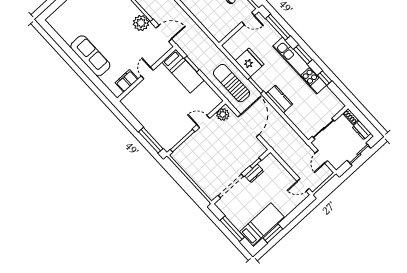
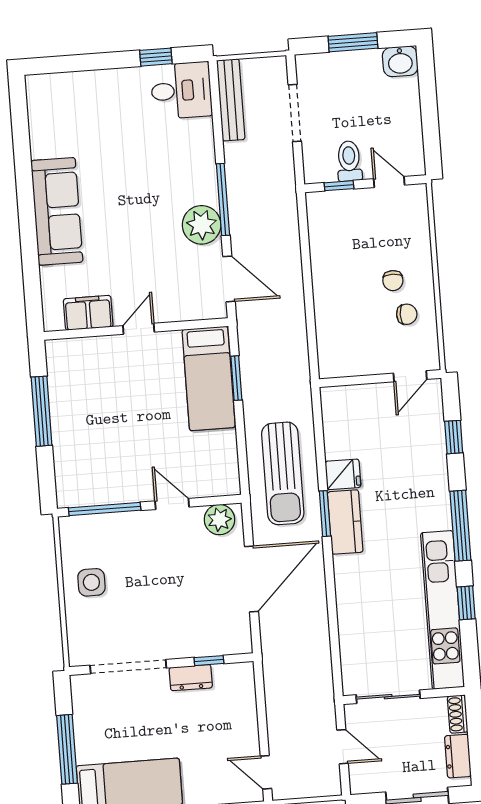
door: (248, 19) -> (410, 376), hinge flipped
window: (278, 27) -> (454, 437), width x0.46
window: (303, 54) -> (460, 526), width x1.44
fridge: (250, 62) -> (343, 474), width x0.53, depth x0.75
kitchen unit: (300, 66) -> (443, 610), moved
sun lounger: (232, 83) -> (283, 473), turned 180
kitchen counter: (279, 99) -> (345, 522), moved
window: (151, 140) -> (42, 411), moved
door: (321, 157) -> (342, 747), swing flipped
side table: (197, 168) -> (91, 582), added

